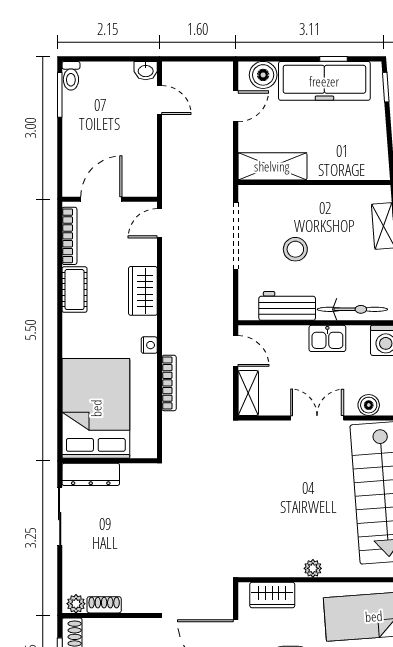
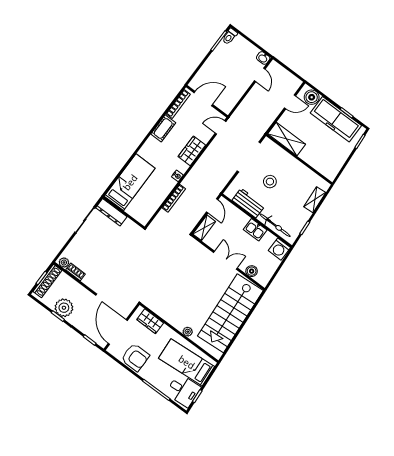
bed: (96, 408) -> (130, 182), width x0.67
plant: (313, 568) -> (188, 332), moved

